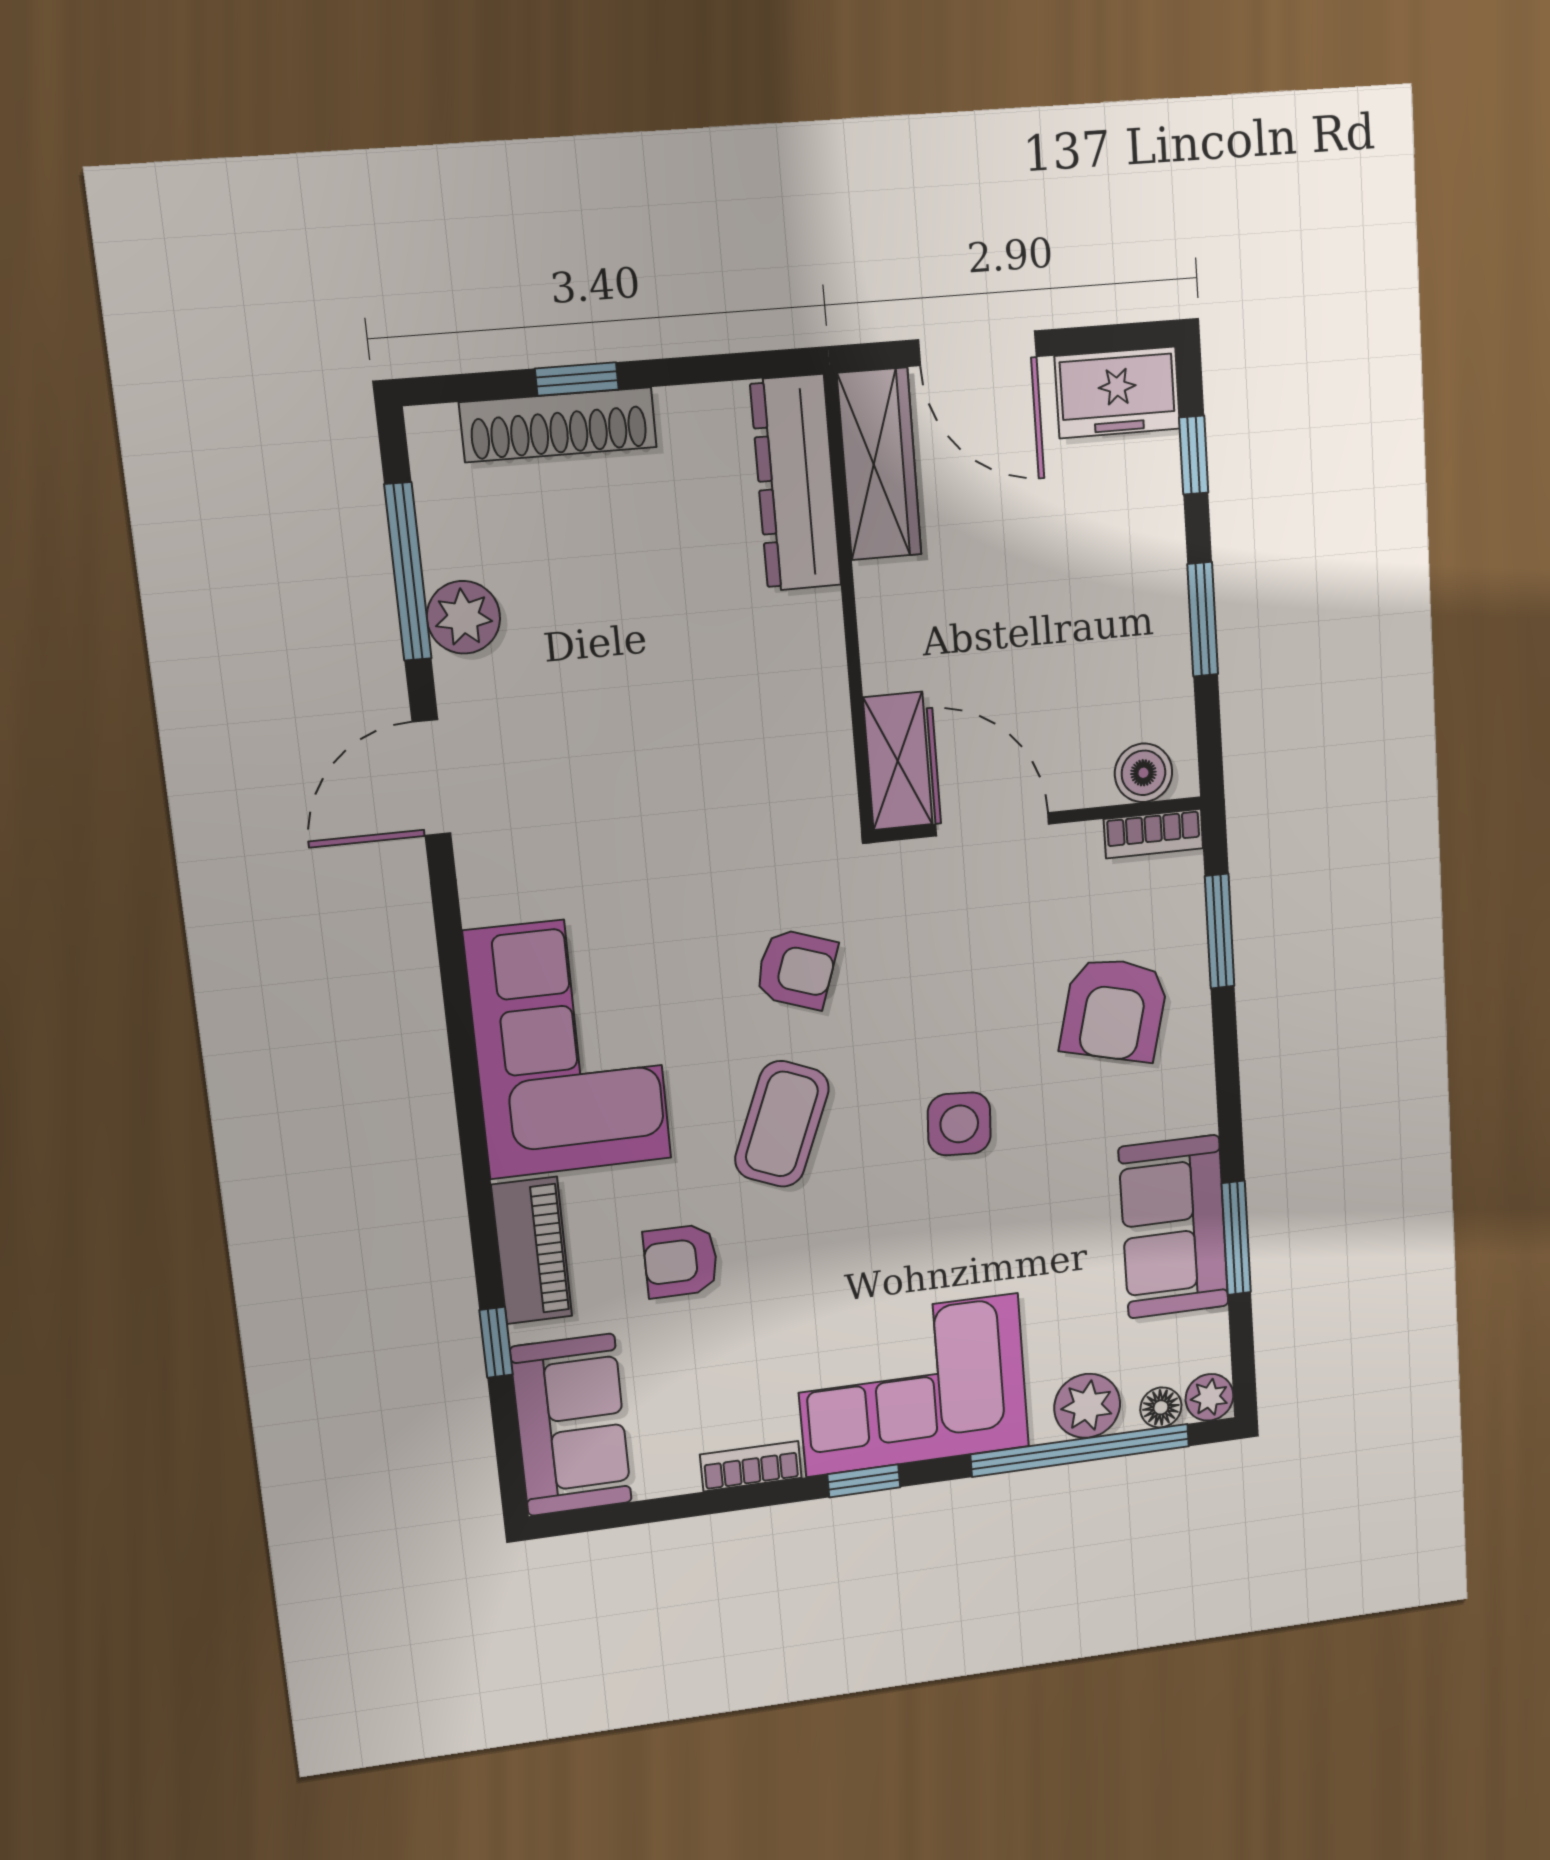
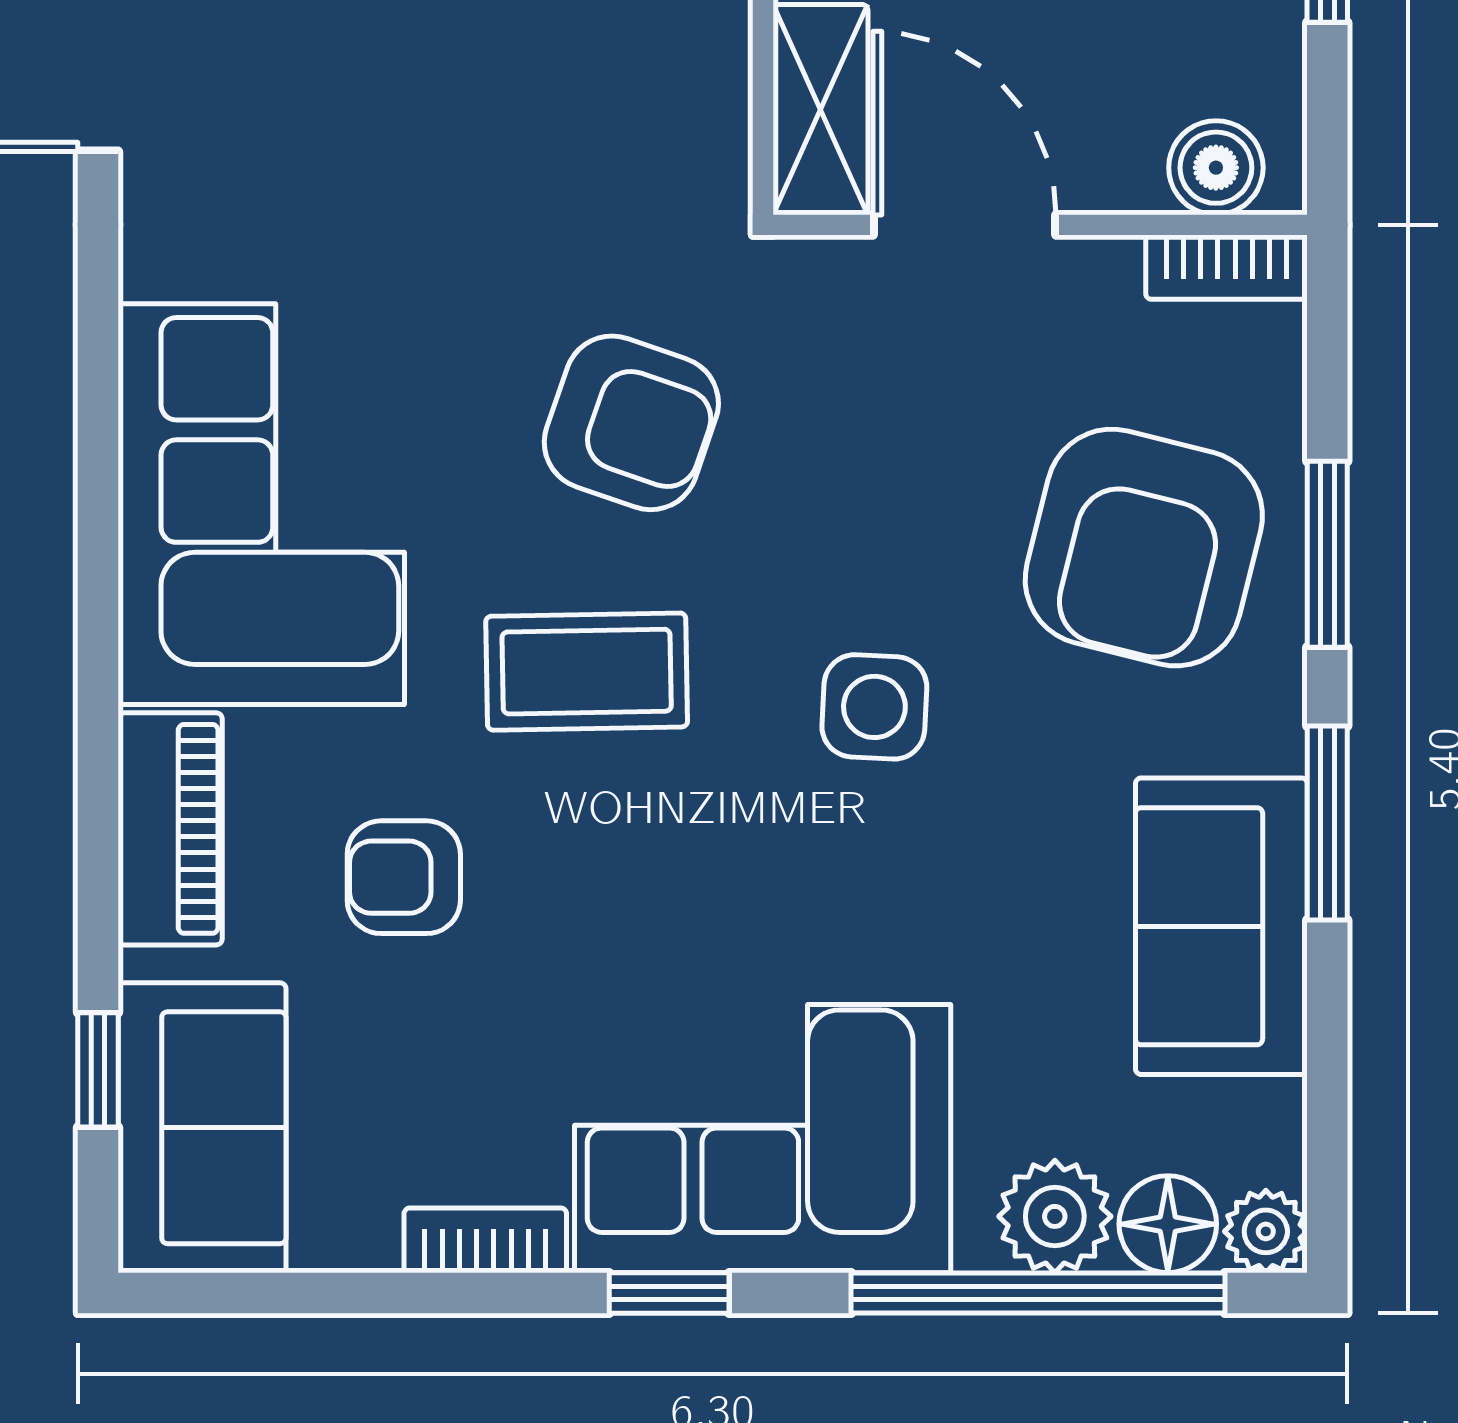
window: (1220, 931) -> (1327, 554), moved
armchair: (796, 969) -> (631, 423), width x1.38, depth x1.38
armchair: (1114, 1009) -> (1144, 548), width x1.36, depth x1.36
coffee table: (782, 1124) -> (587, 672), turned 67
window: (1236, 1238) -> (1327, 823), moved
window: (496, 1342) -> (98, 1070), moved
floor lamp: (1161, 1407) -> (1168, 1224), width x1.37, depth x1.37

